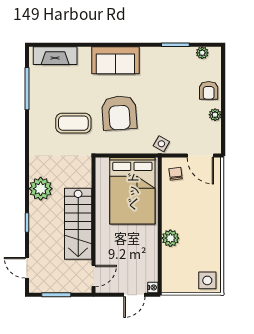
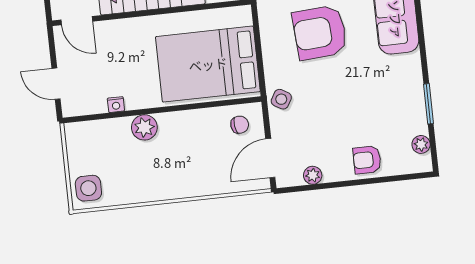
plant: (215, 115) -> (313, 175), moved
nightstand: (153, 287) -> (116, 105), moved

